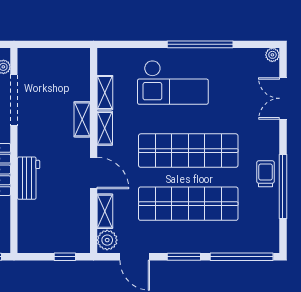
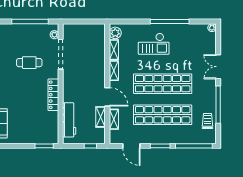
checkout: (173, 82) -> (154, 44), width x0.73, depth x0.83
double door: (283, 98) -> (218, 67), moved
shelving: (82, 119) -> (100, 117), moved
trolley: (266, 174) -> (208, 121), moved
workbench: (28, 178) -> (69, 120), moved, width x1.38
plant: (107, 240) -> (115, 33), moved

